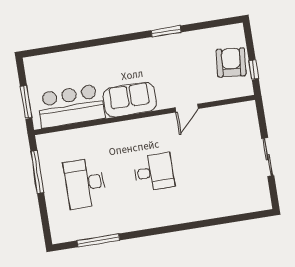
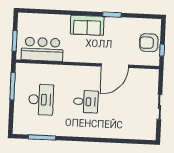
armchair: (231, 62) -> (149, 43), turned -96
sofa: (130, 100) -> (87, 25), moved, turned 180
door: (187, 108) -> (115, 66), width x1.87
desk: (85, 183) -> (41, 100), turned 180

